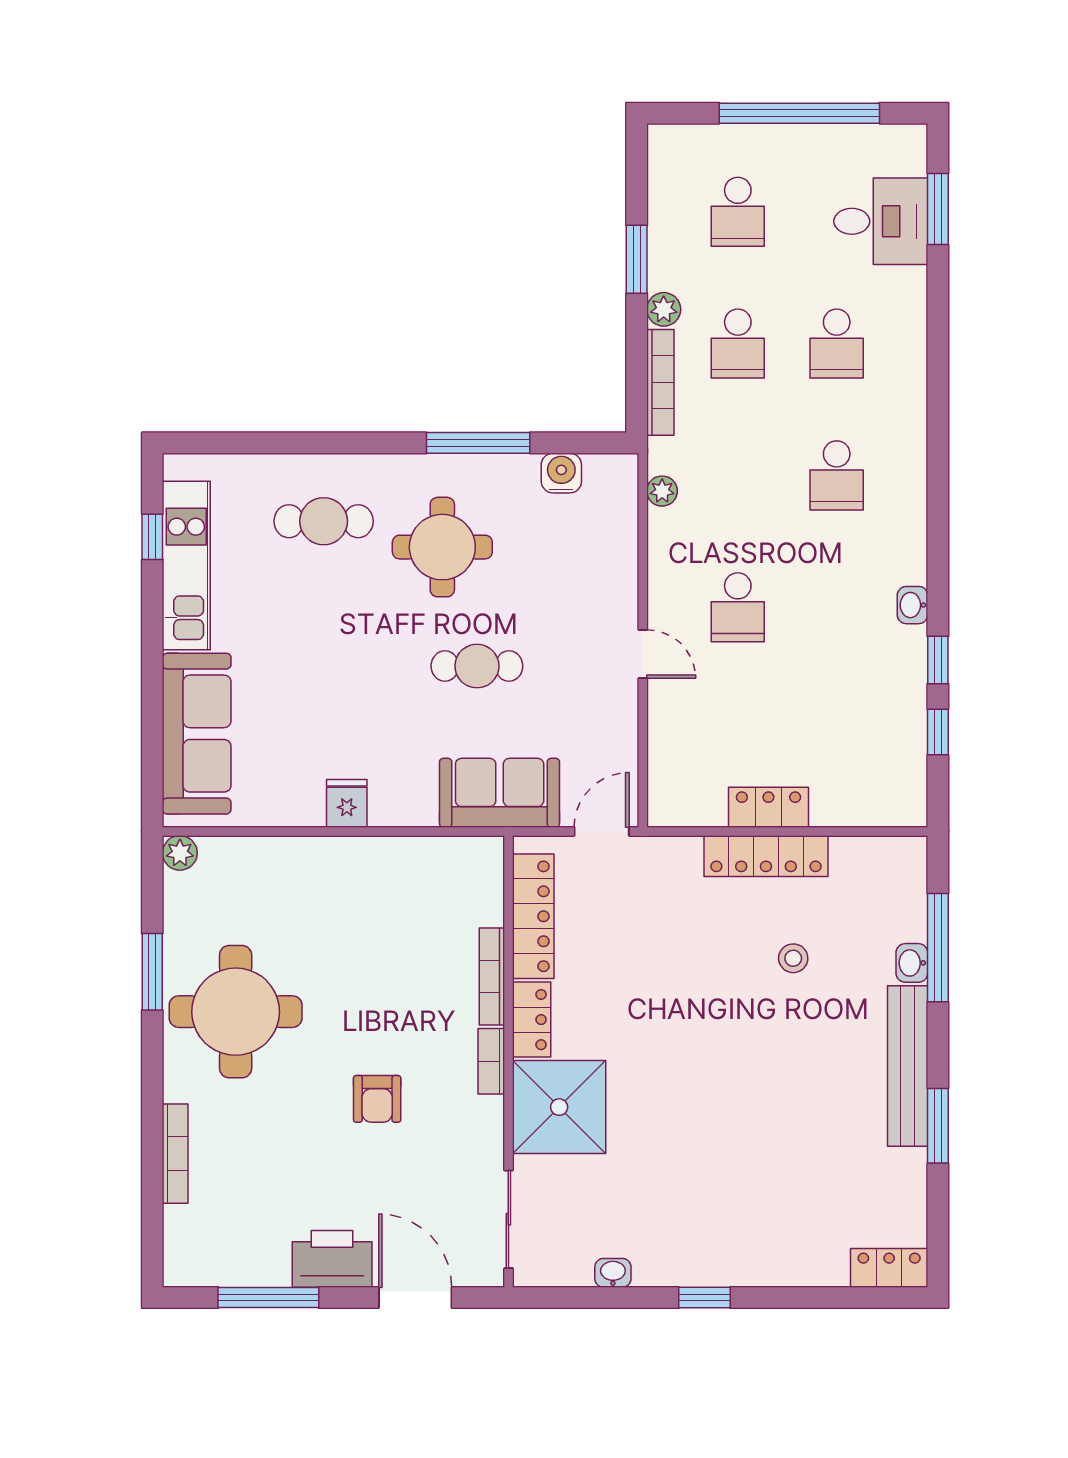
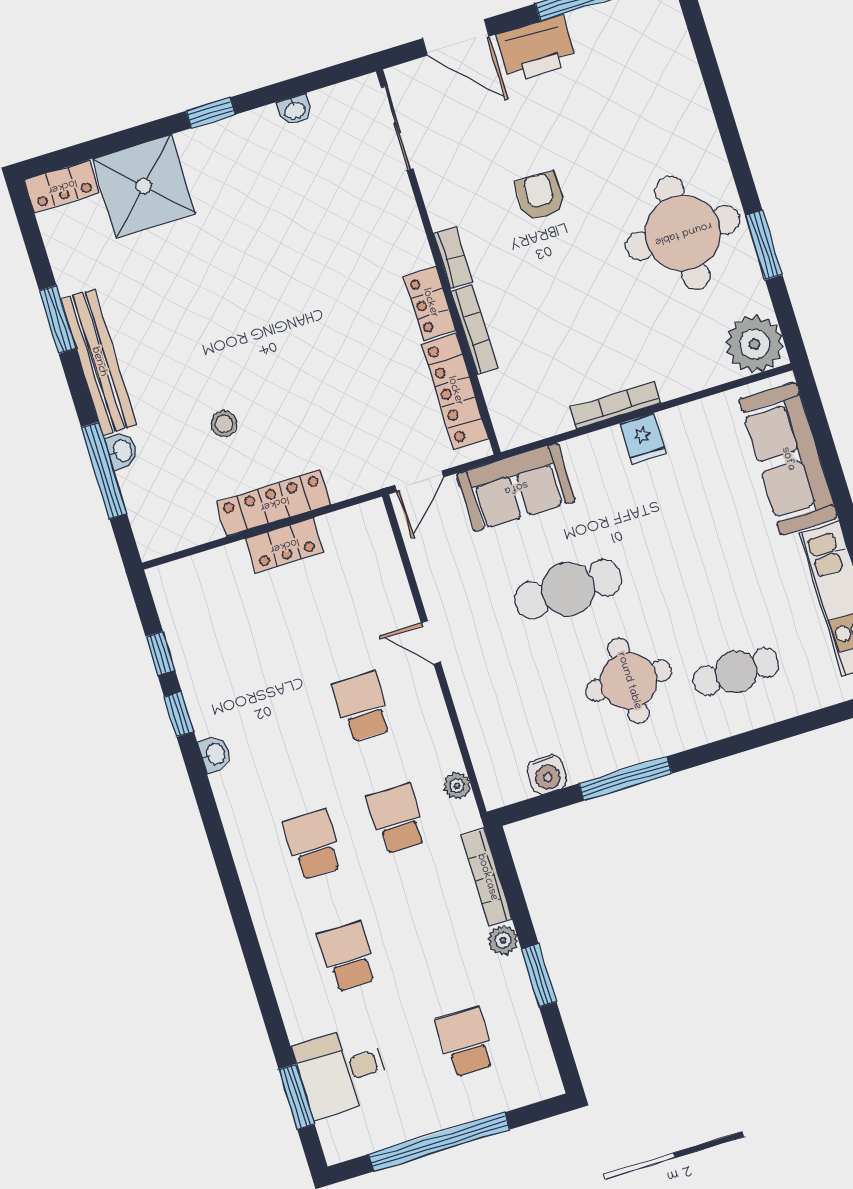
school desk: (738, 344) -> (397, 819), moved
cafe table: (477, 666) -> (568, 589), width x1.37, depth x1.35
plant: (180, 853) -> (755, 344), width x1.88, depth x1.88
shower: (559, 1107) -> (144, 186), moved
bookcase: (175, 1154) -> (615, 405), moved, turned 90

